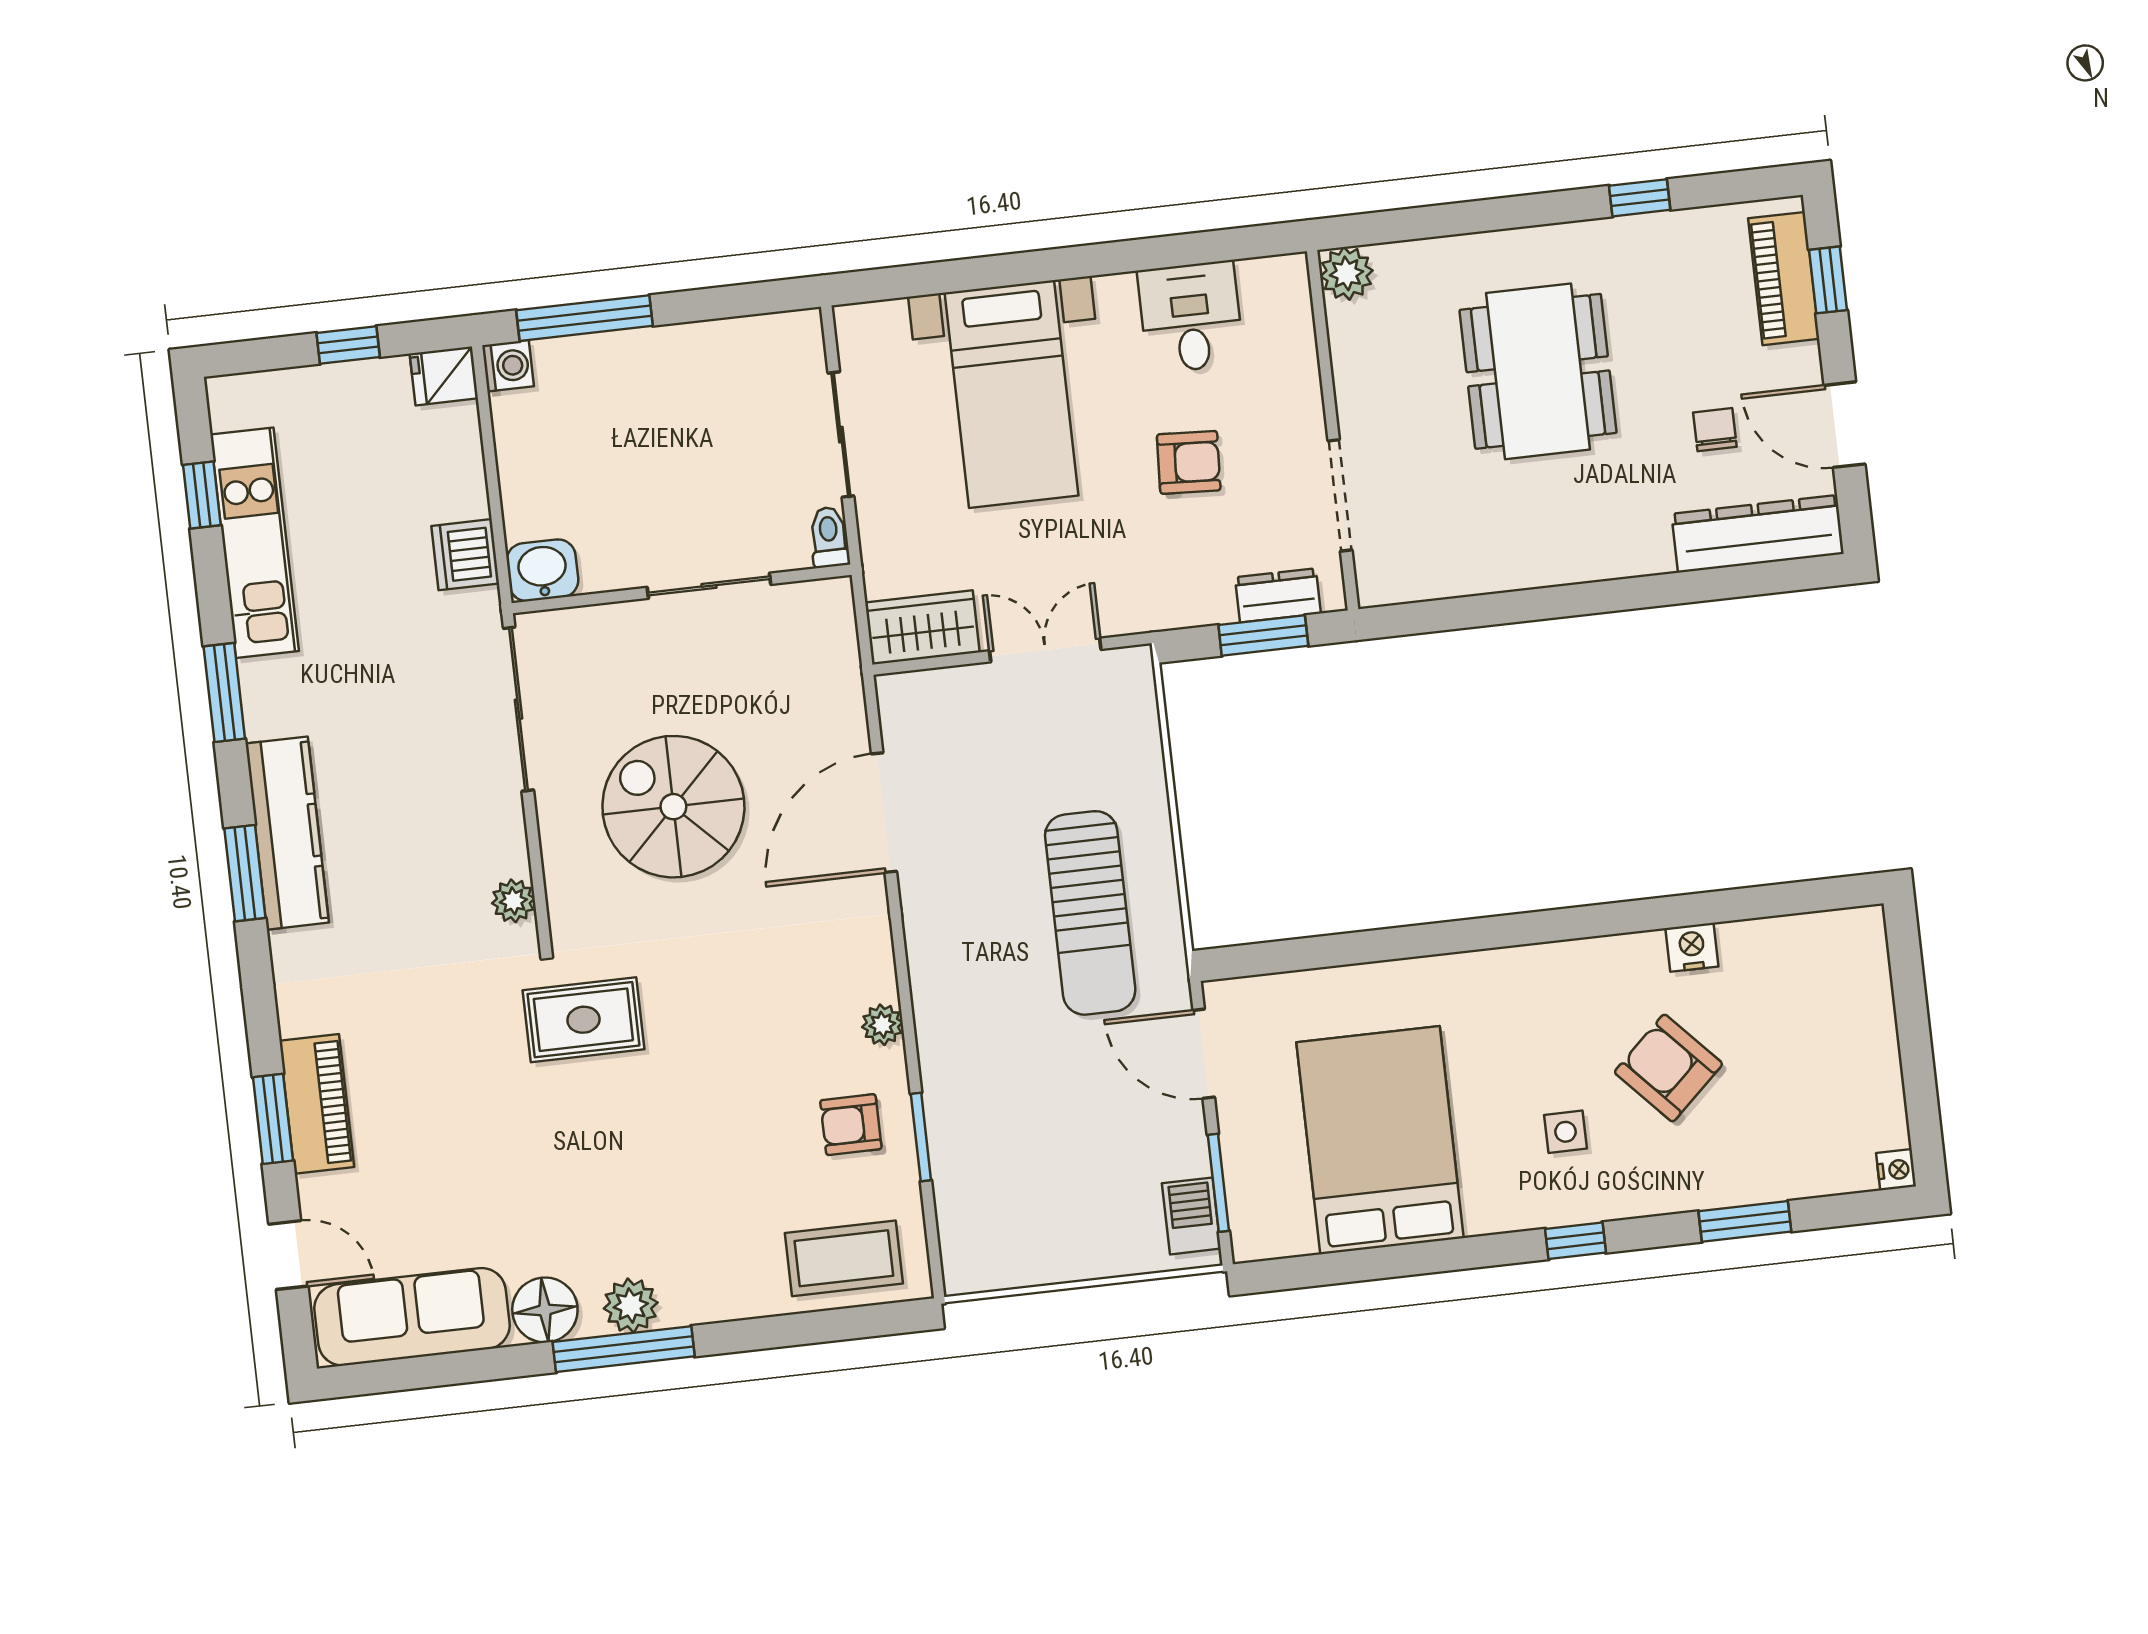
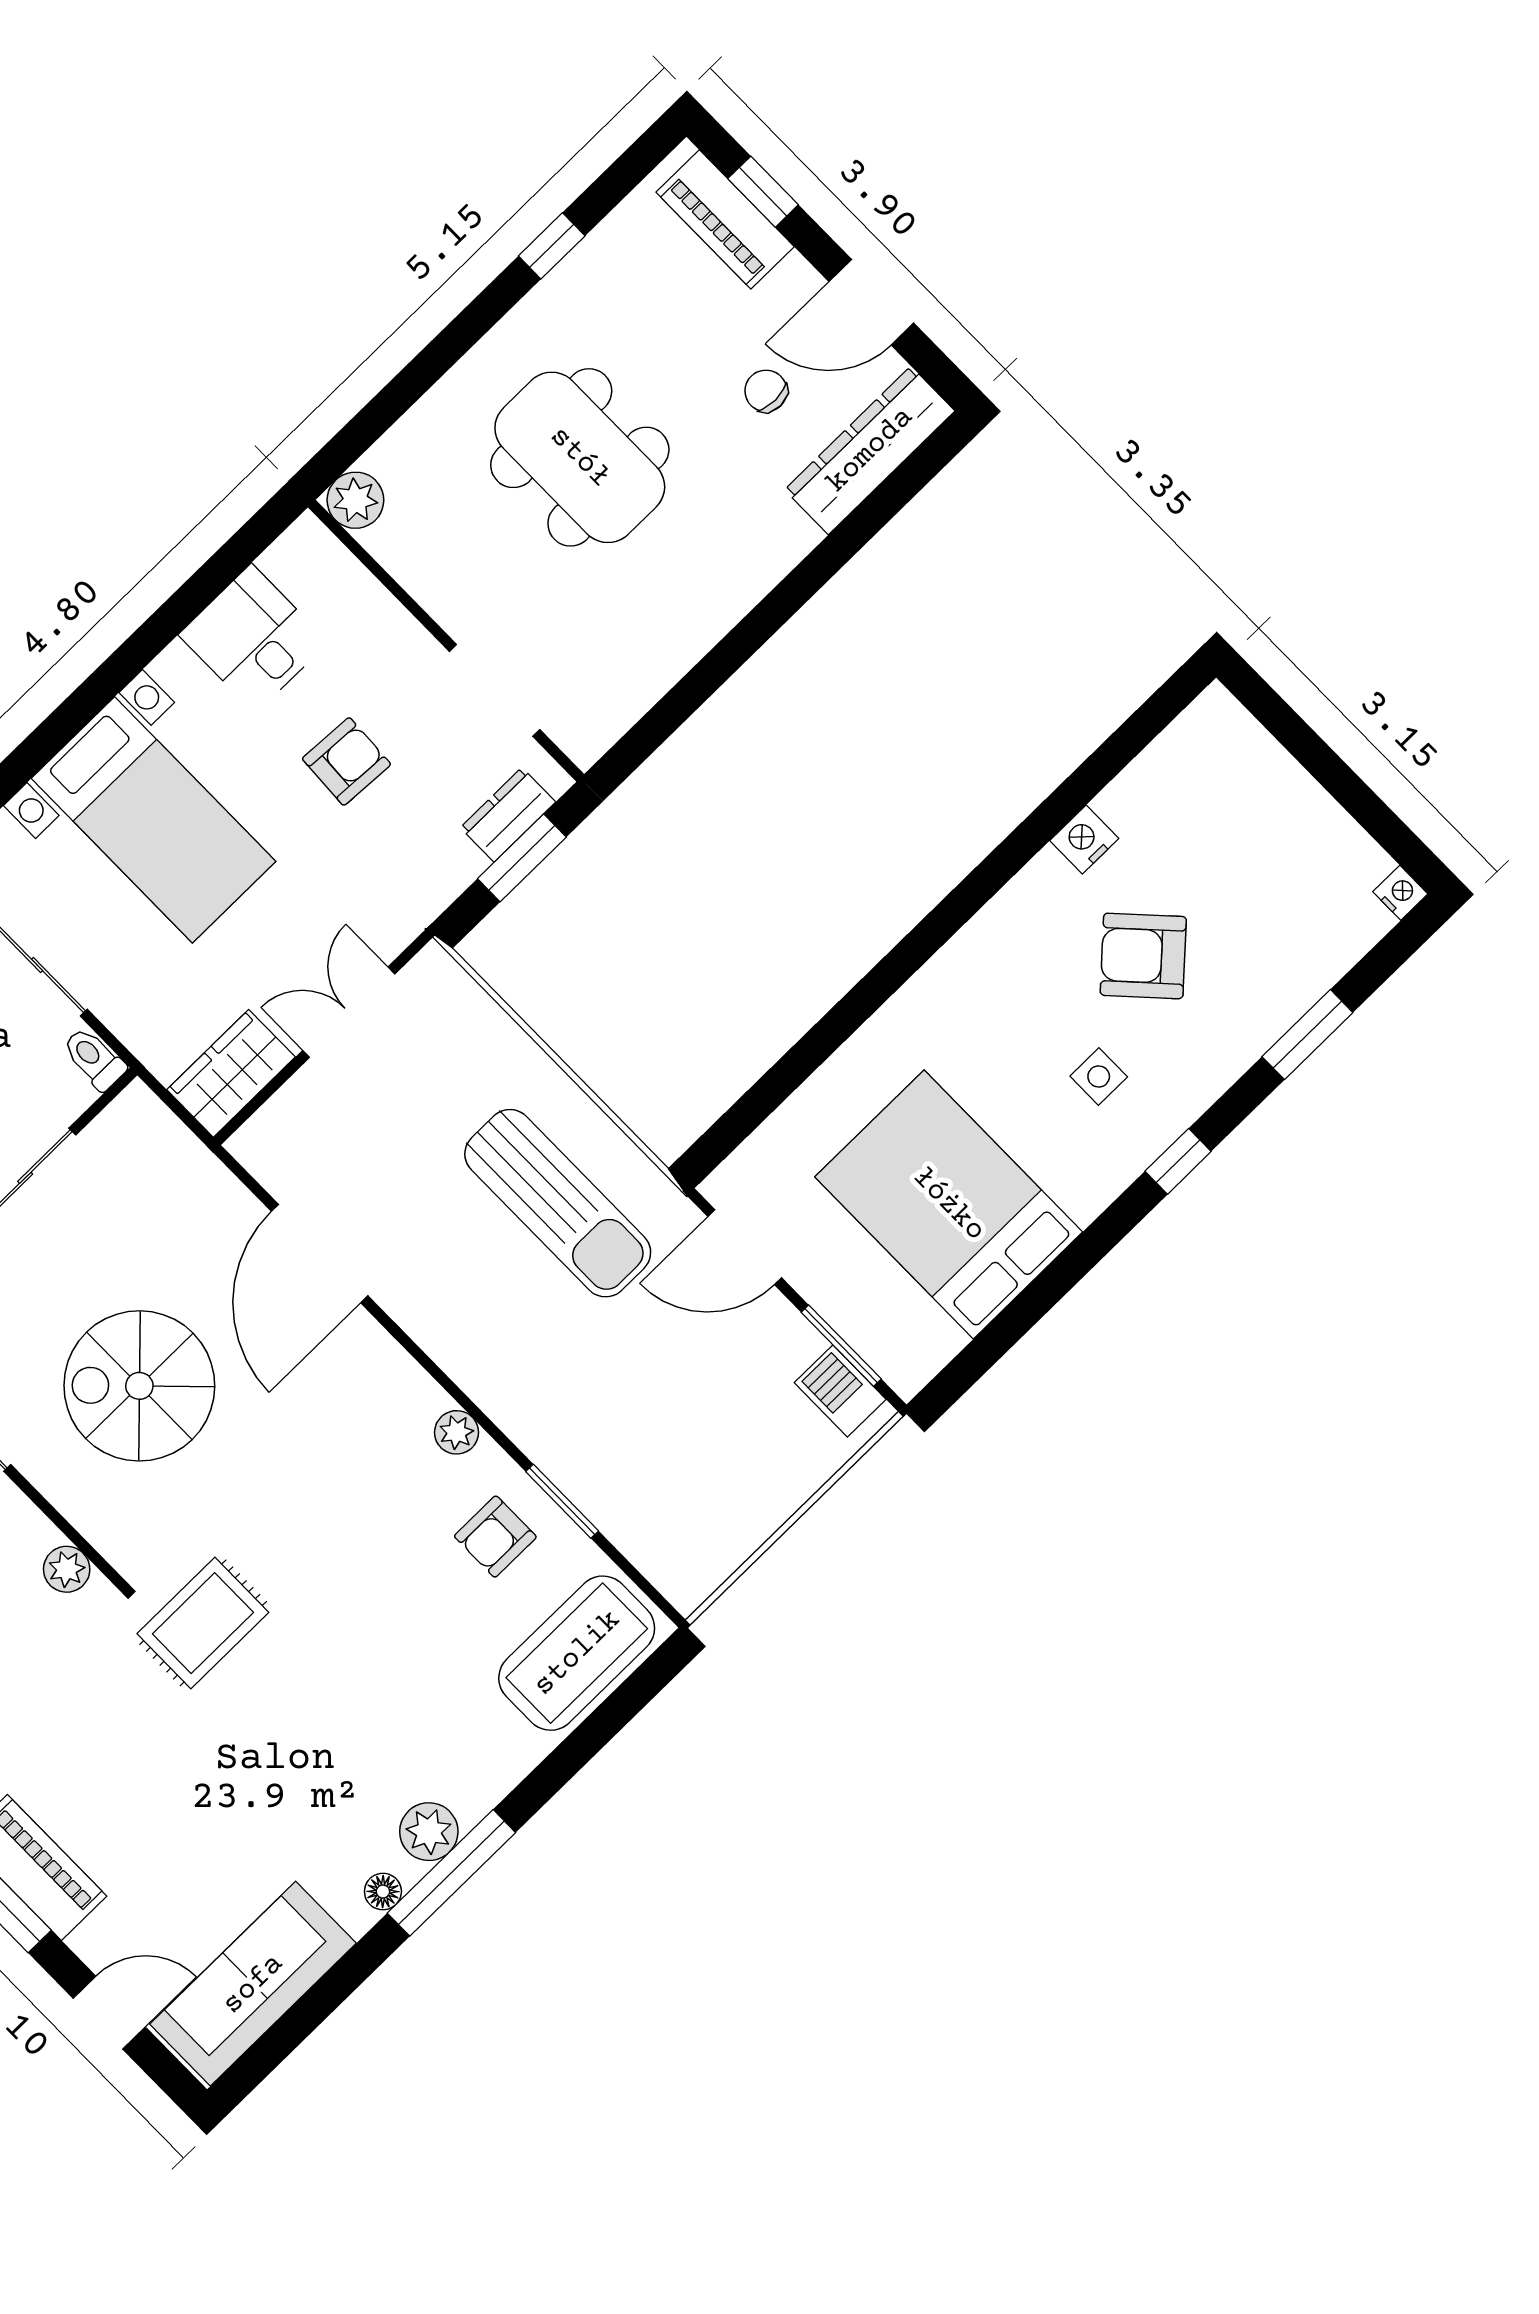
coffee table: (844, 1258) -> (577, 1653), width x1.36, depth x1.32
floor lamp: (545, 1310) -> (383, 1892), width x0.53, depth x0.53

